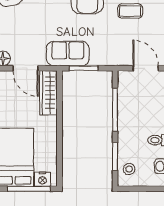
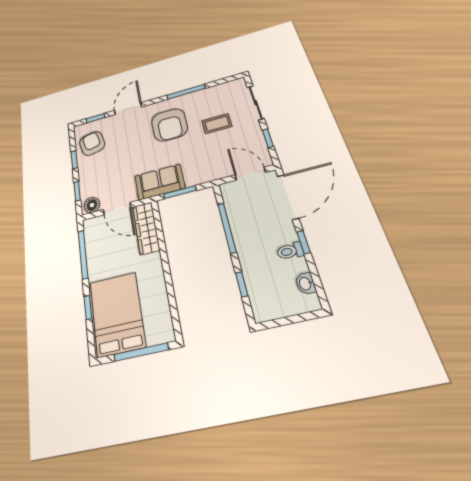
window: (115, 156) -> (242, 284), width x0.67
stool: (129, 169) -> (264, 297), removed
nightstand: (43, 179) -> (156, 335), removed

